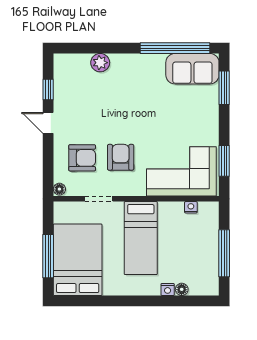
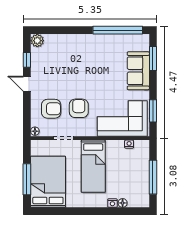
plant: (100, 63) -> (37, 41), moved
sofa: (192, 69) -> (138, 71), moved, turned 90

